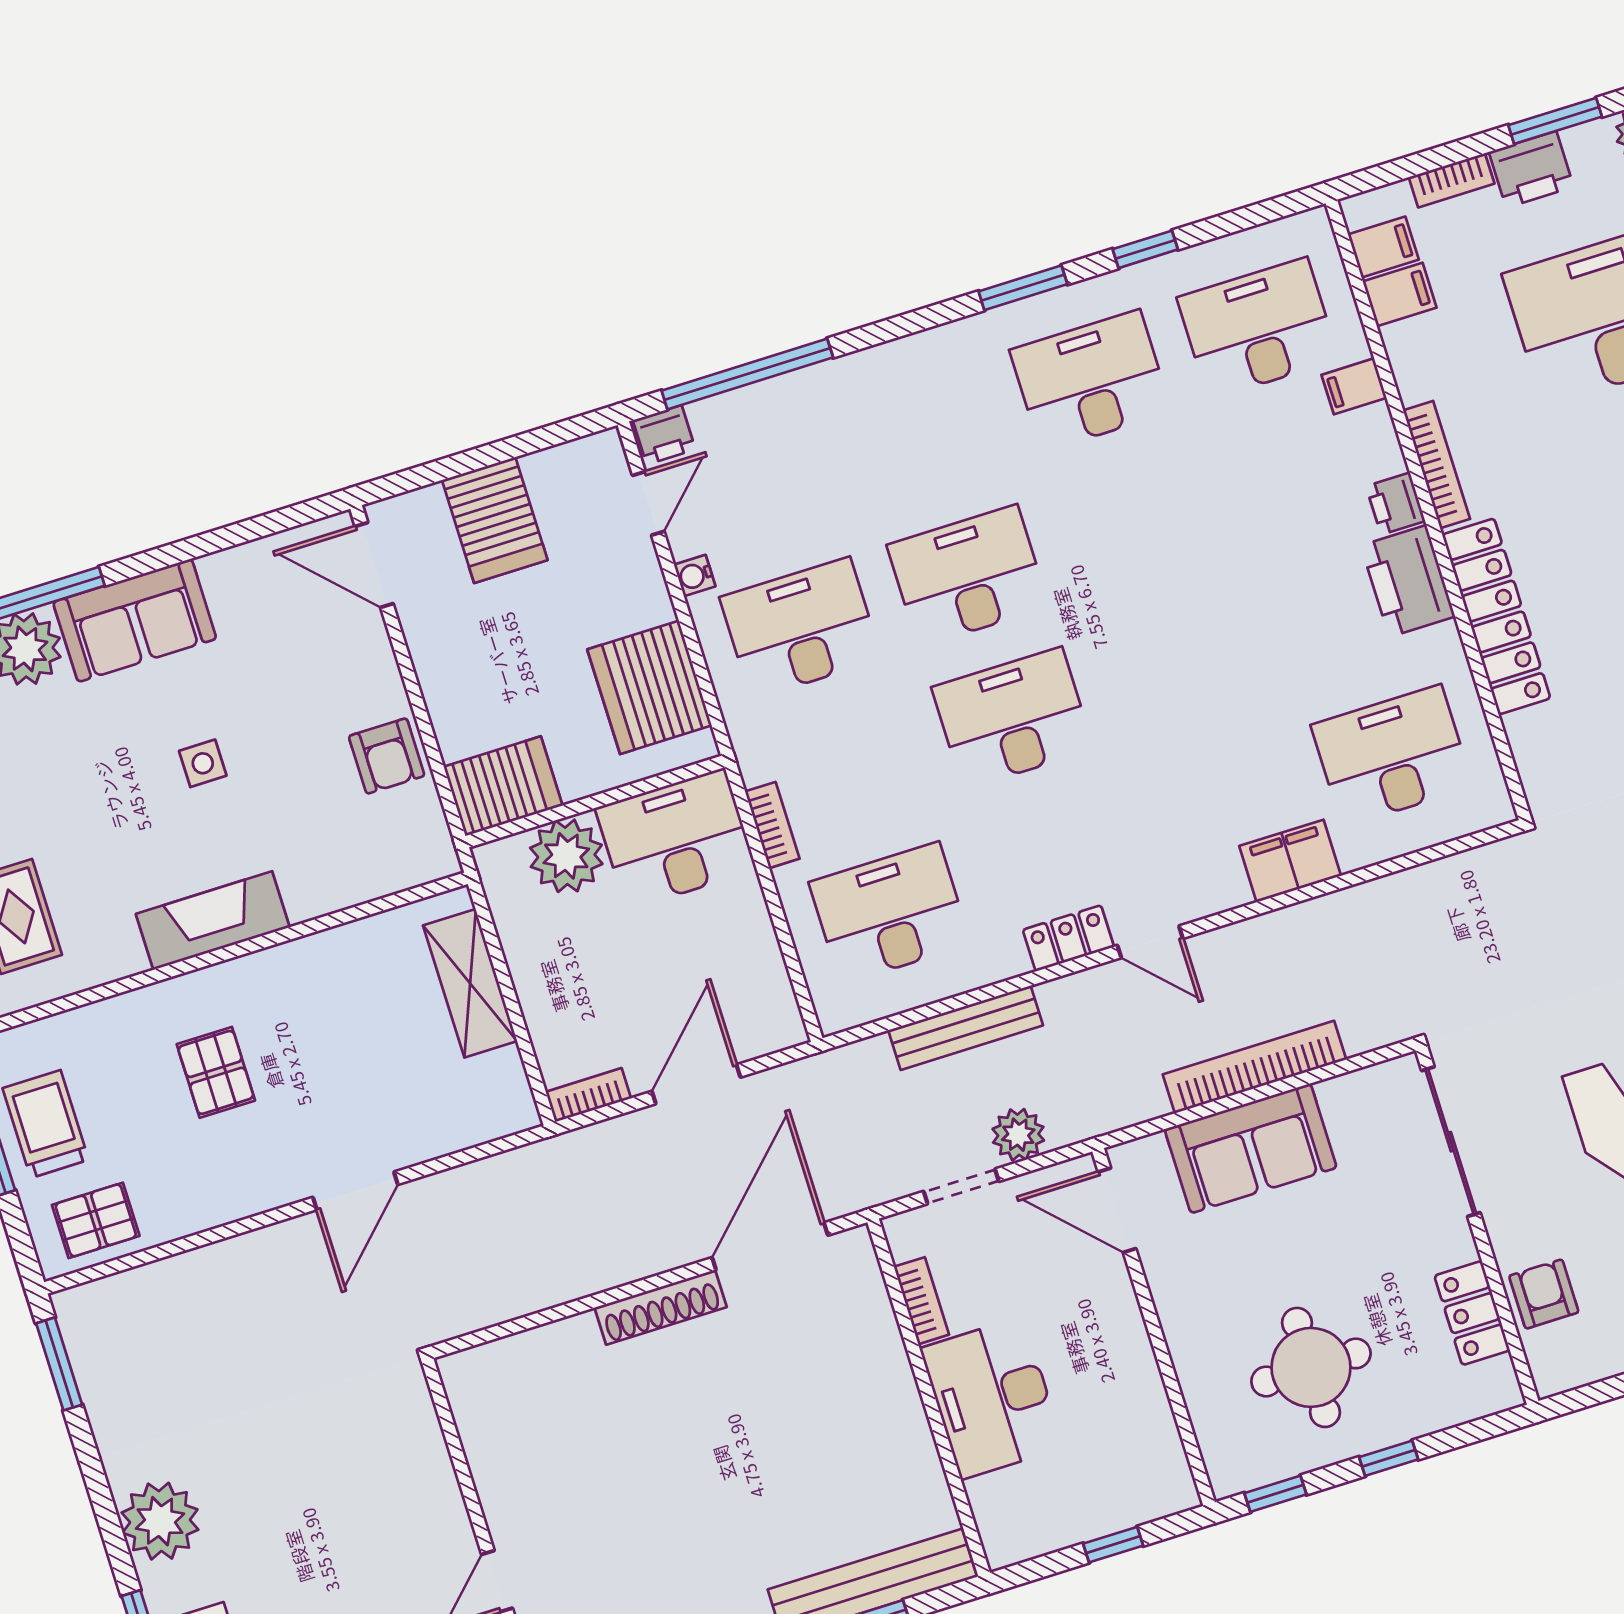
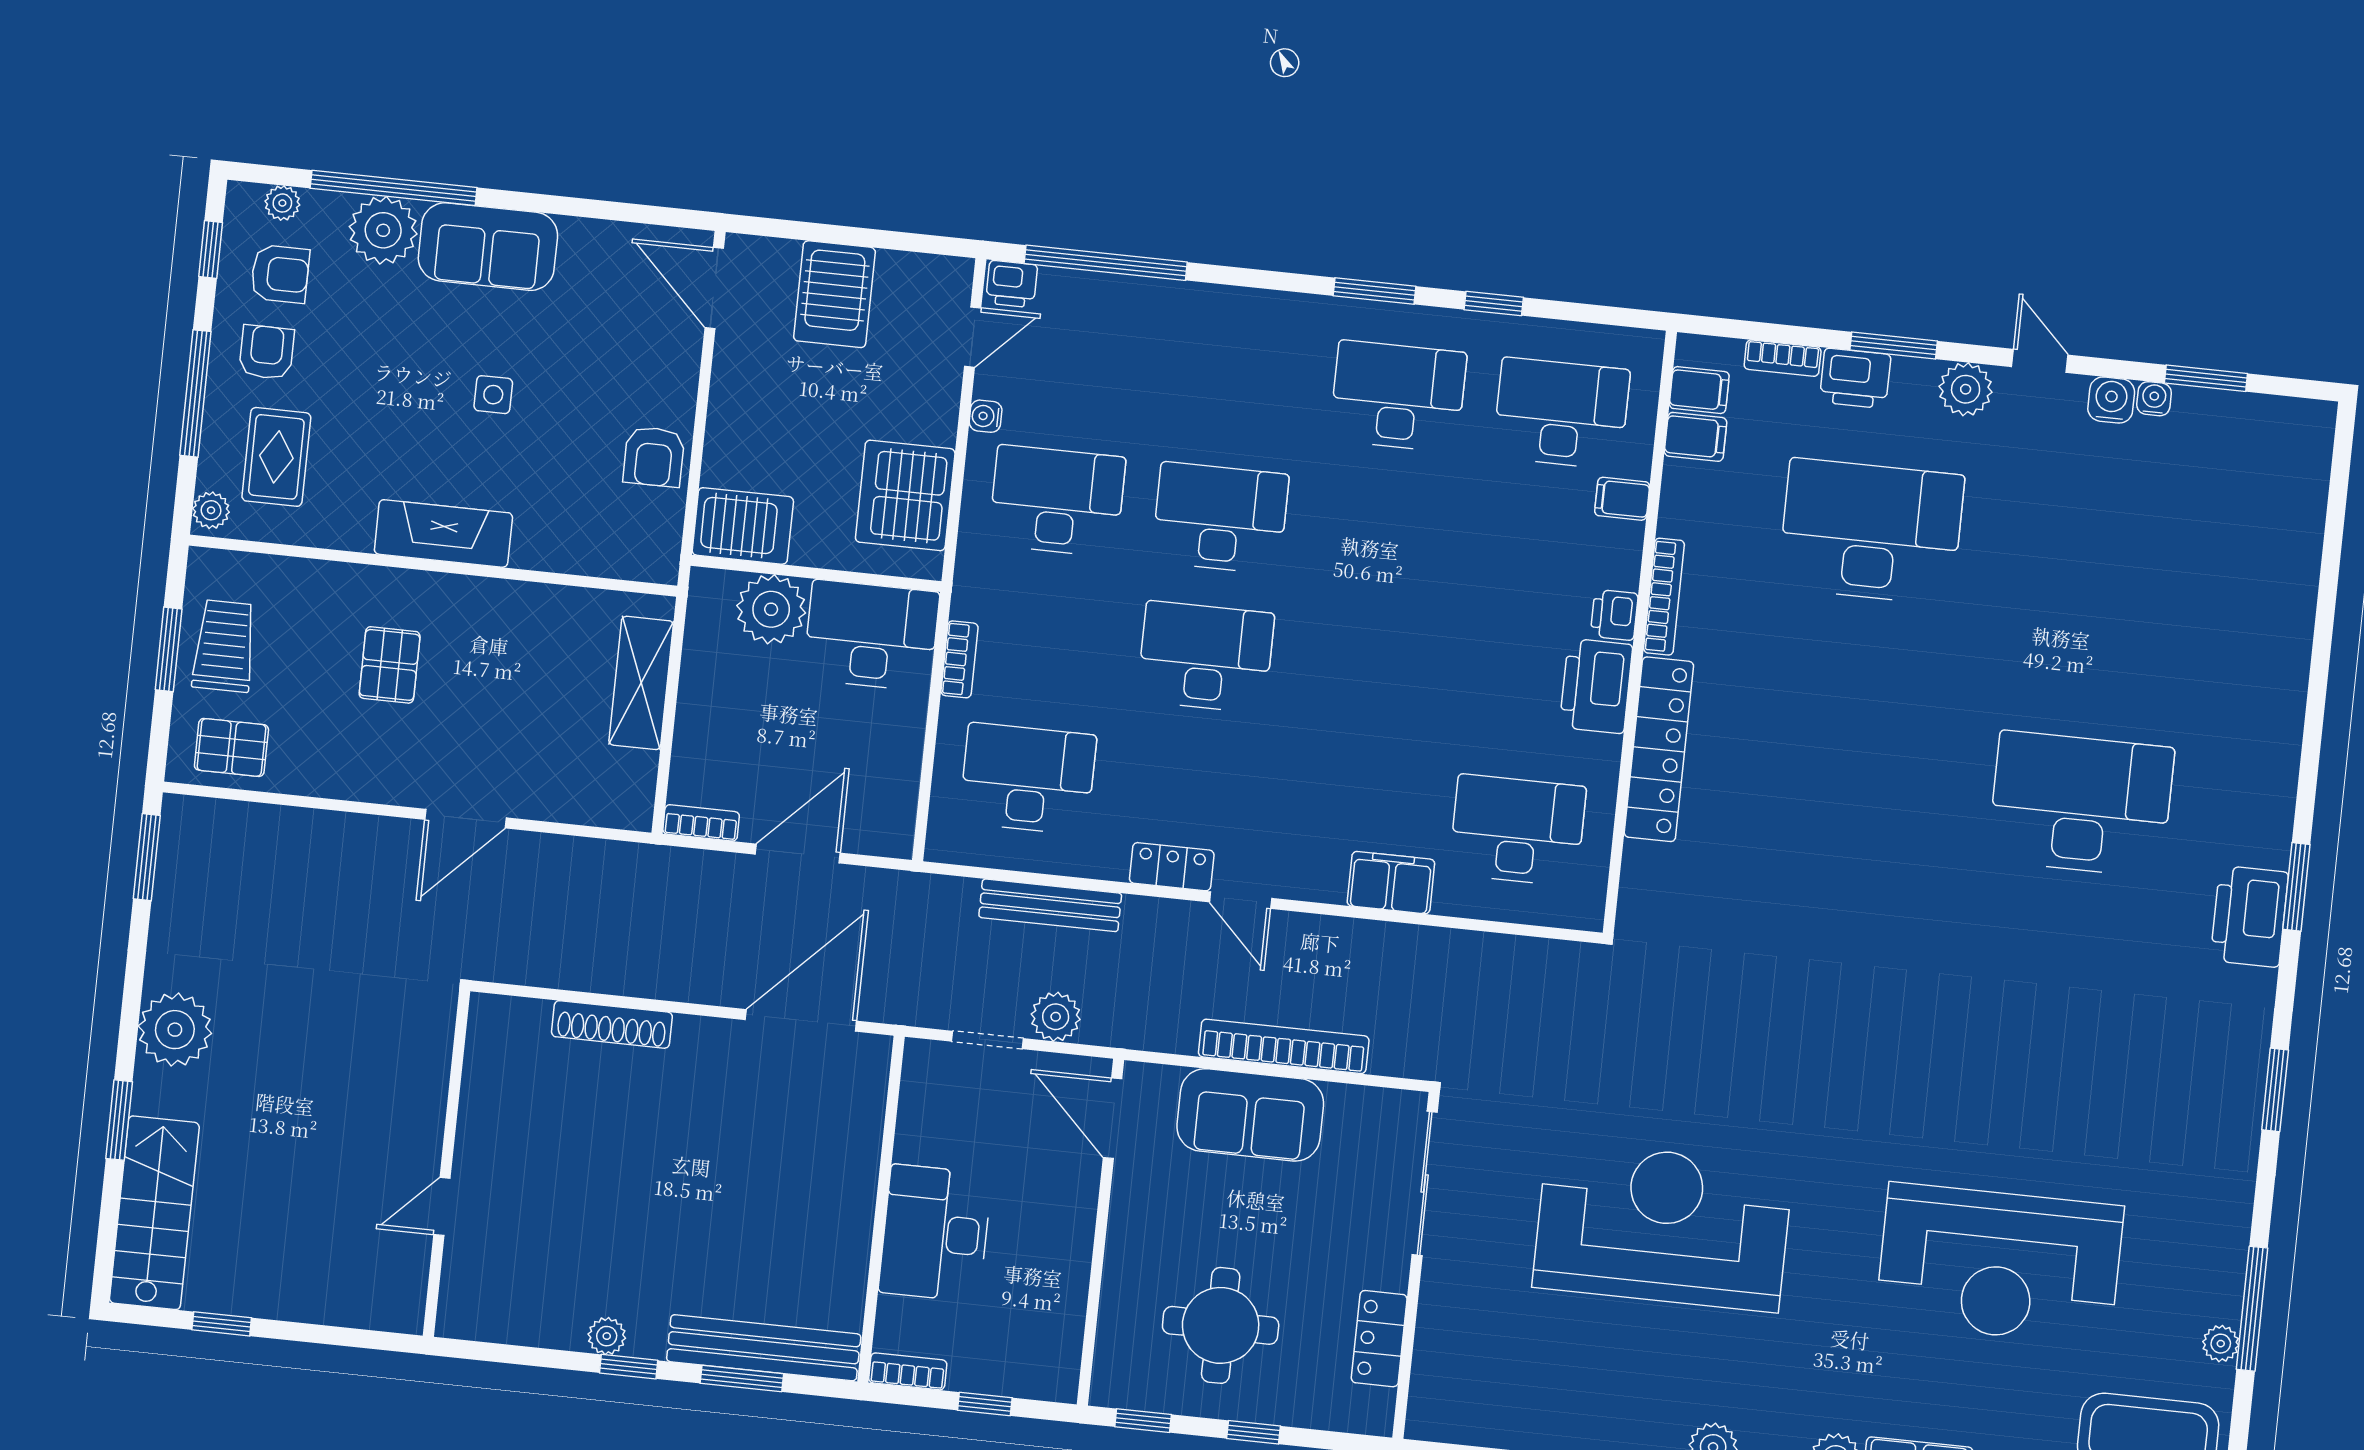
armchair: (1544, 1294) -> (1448, 1349), removed
bookcase: (921, 1301) -> (908, 1371), moved, turned -90
shoe rack: (661, 1307) -> (612, 1024), moved

